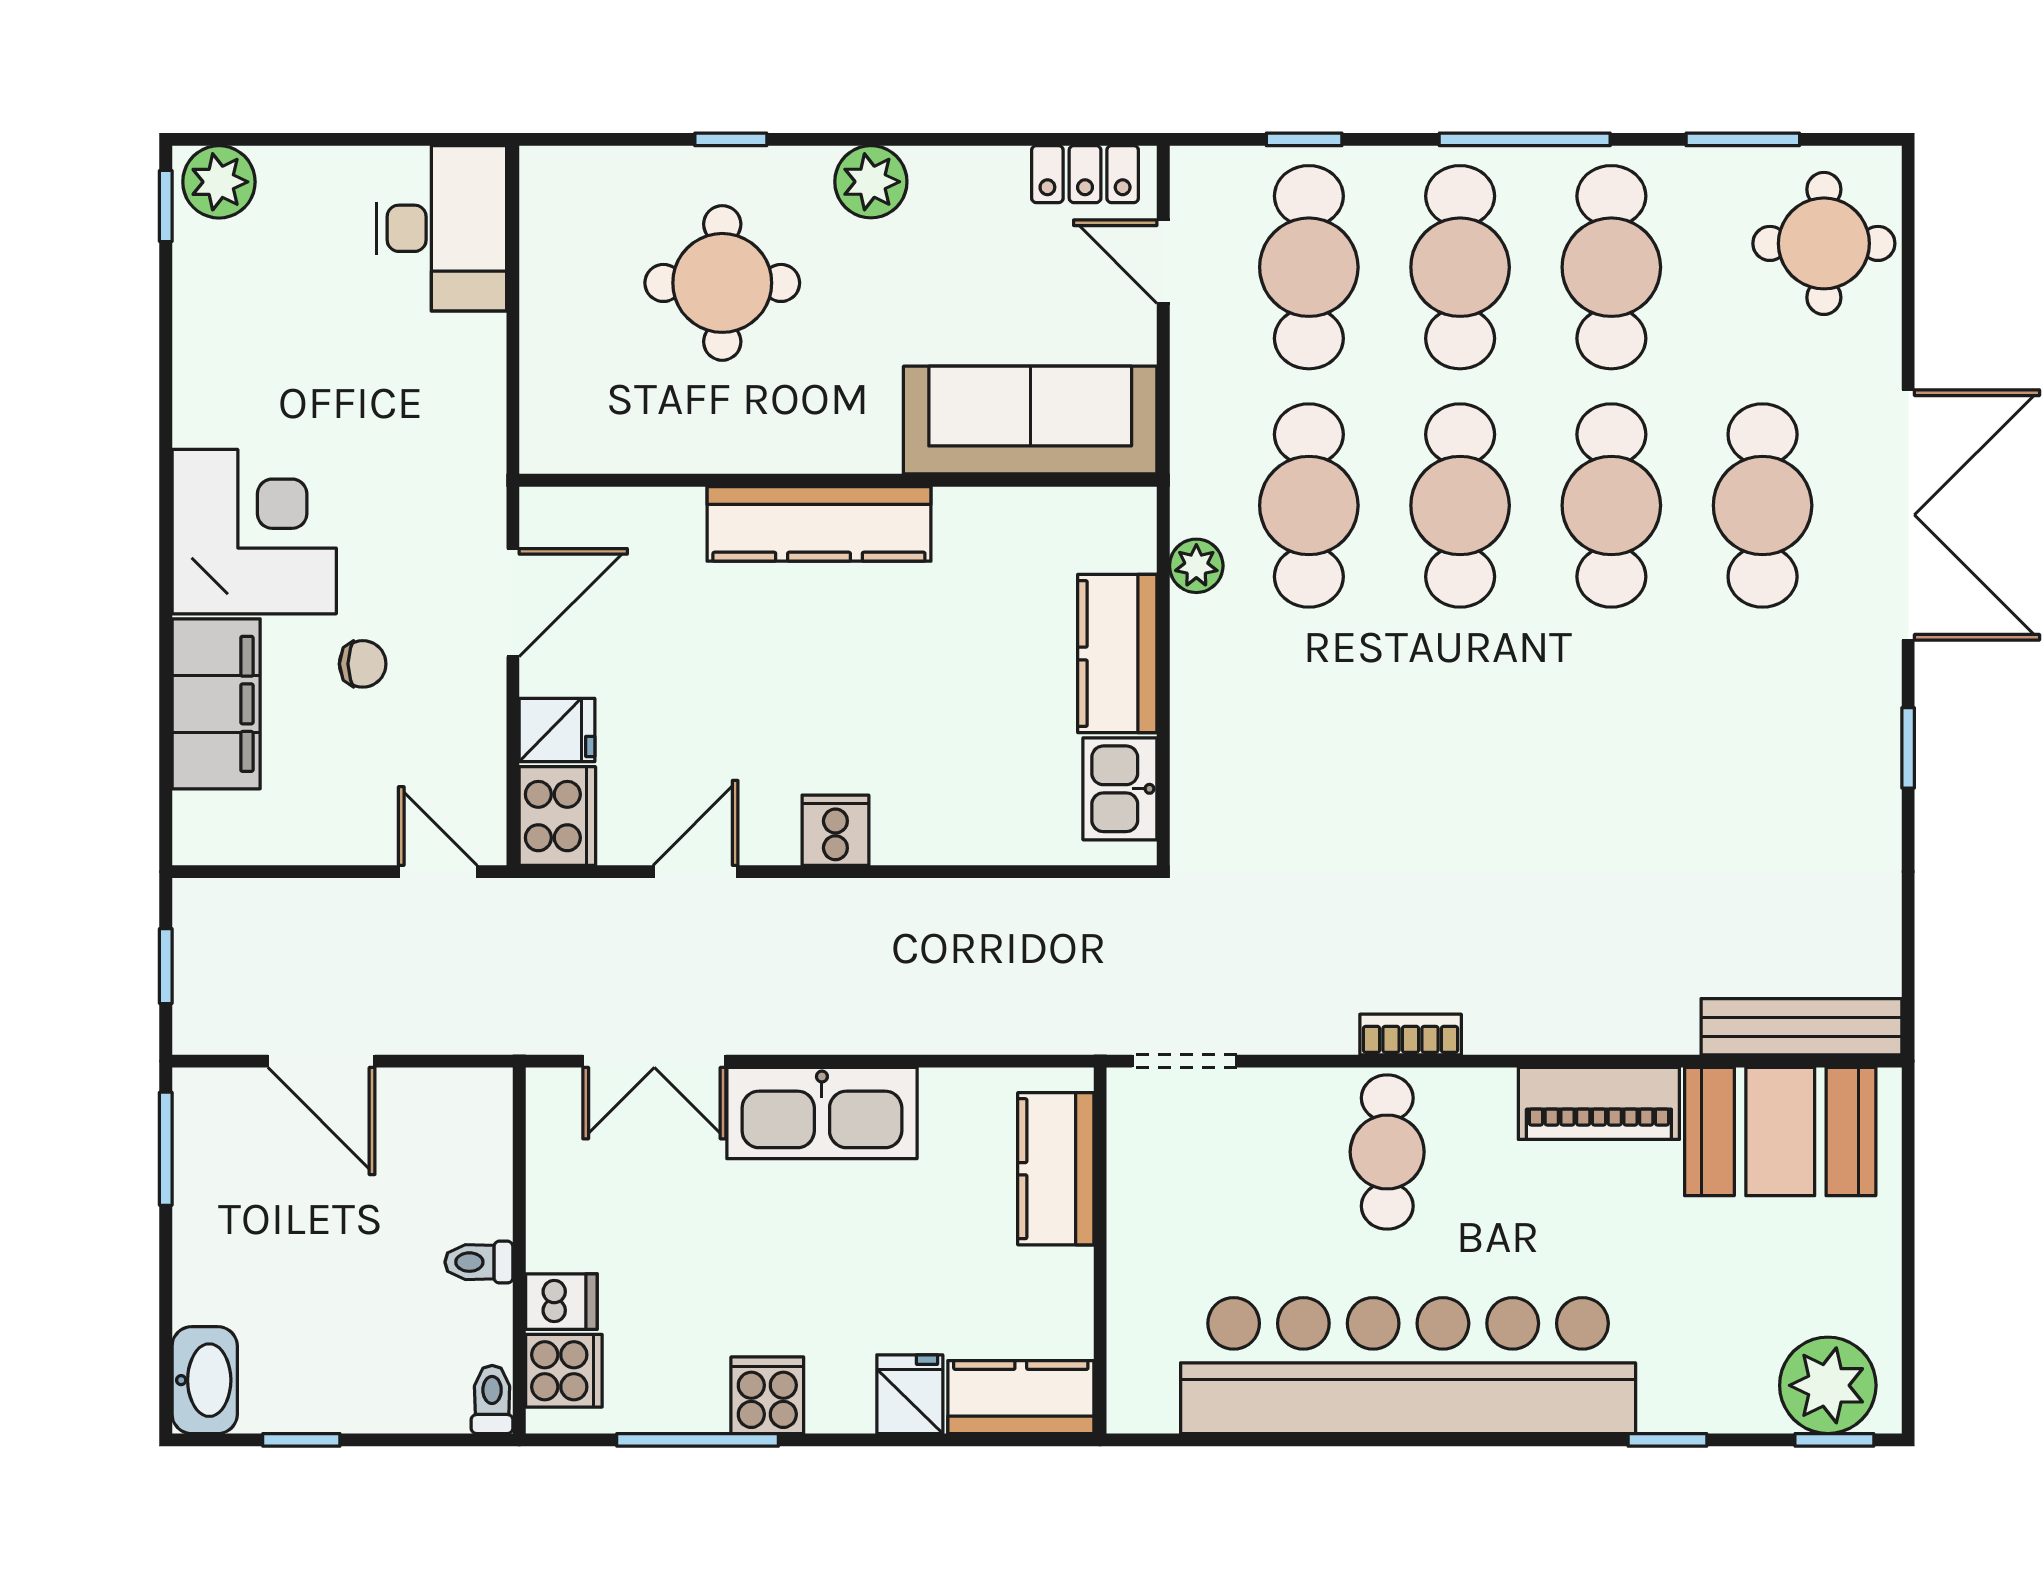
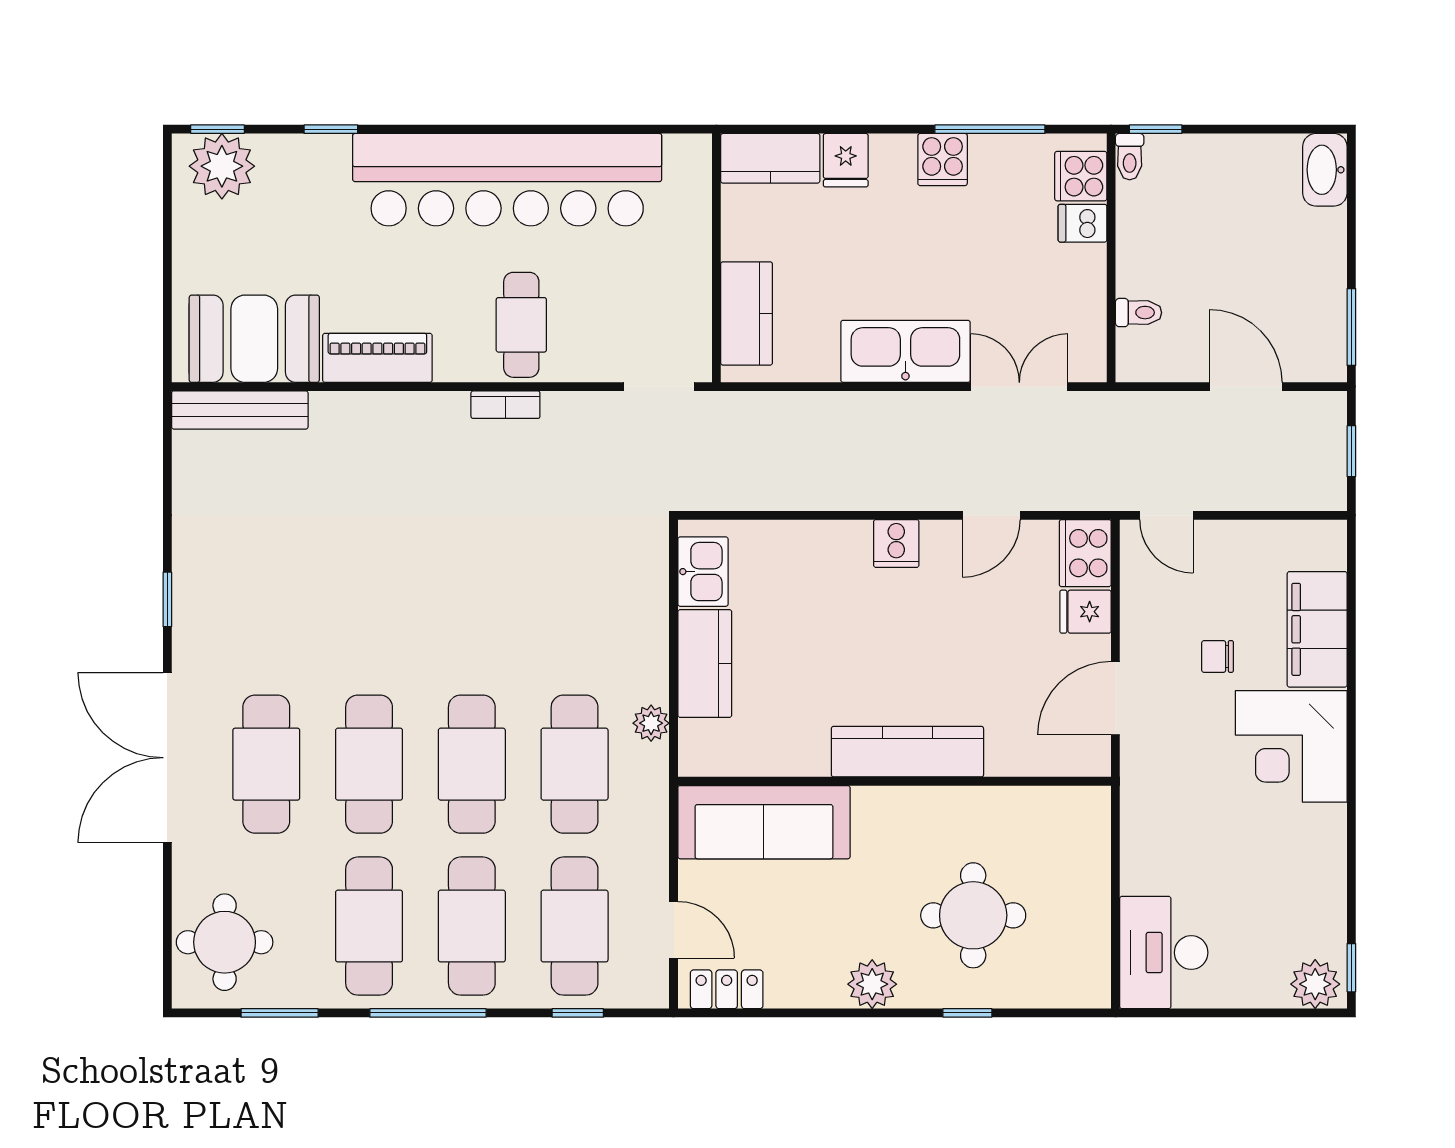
toilet: (479, 1262) -> (1139, 313), moved
window: (301, 1440) -> (1156, 129), moved

